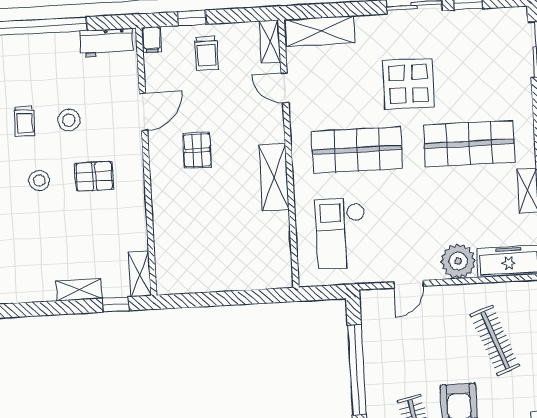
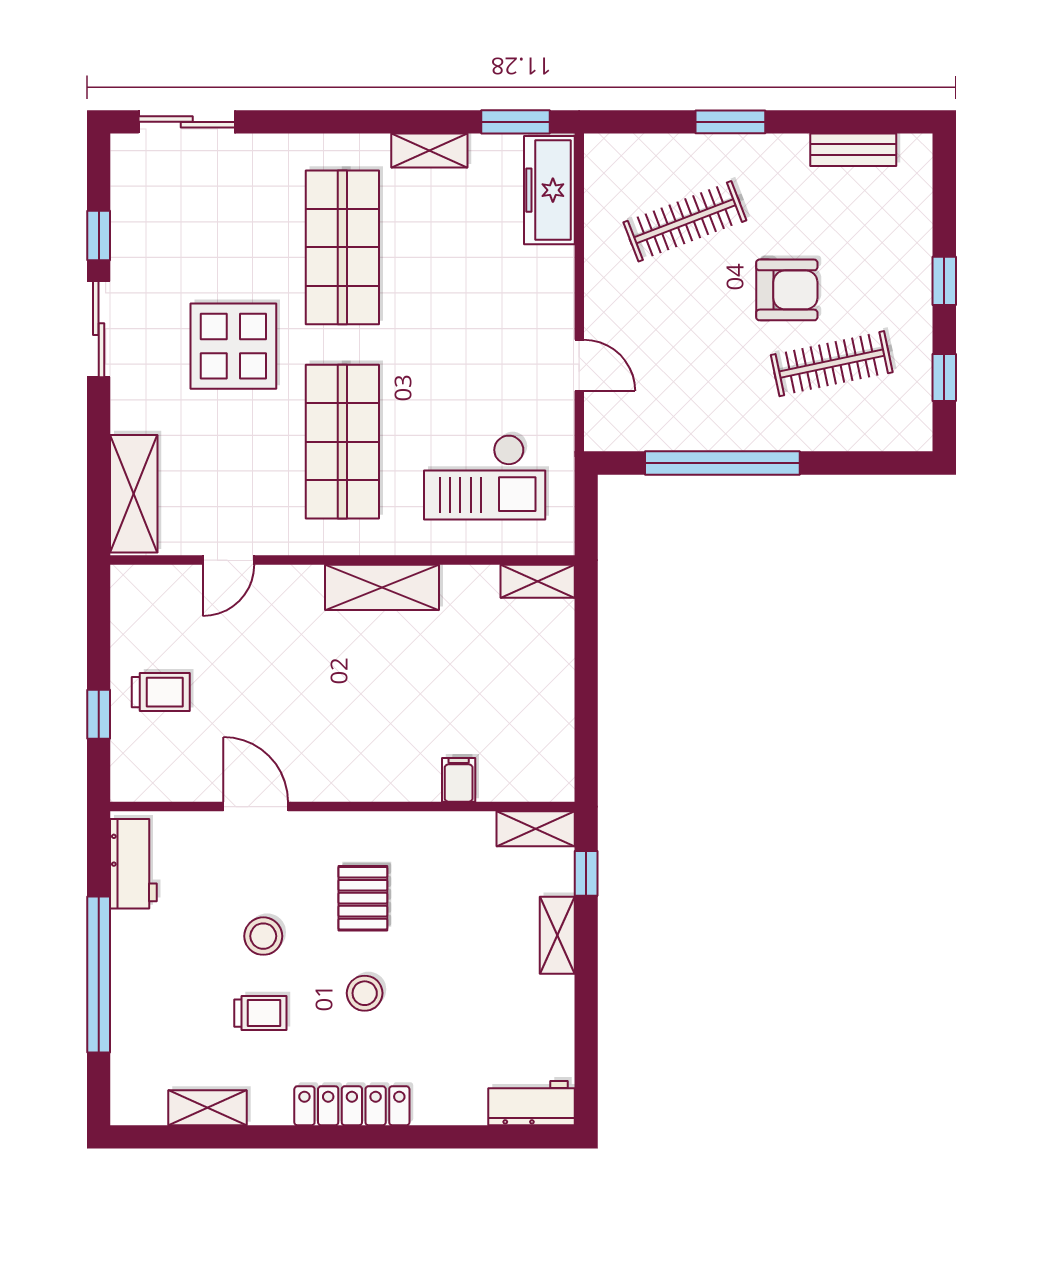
filing cabinet: (152, 40) -> (459, 780), moved, turned -90
shelving: (270, 42) -> (538, 581), moved
pallet: (197, 150) -> (328, 718), removed
plant: (458, 261) -> (544, 278), removed

